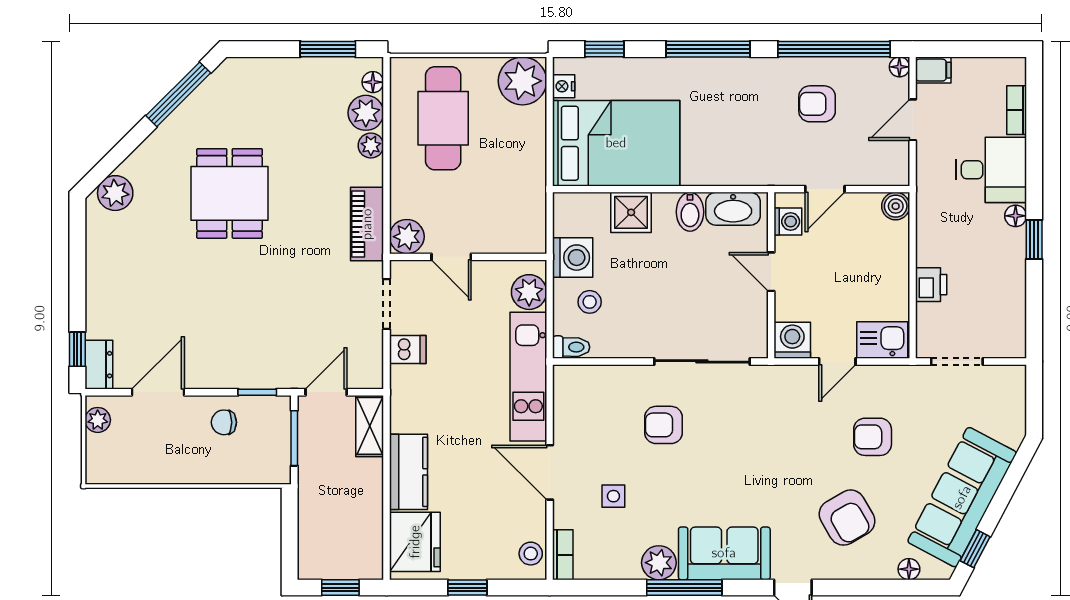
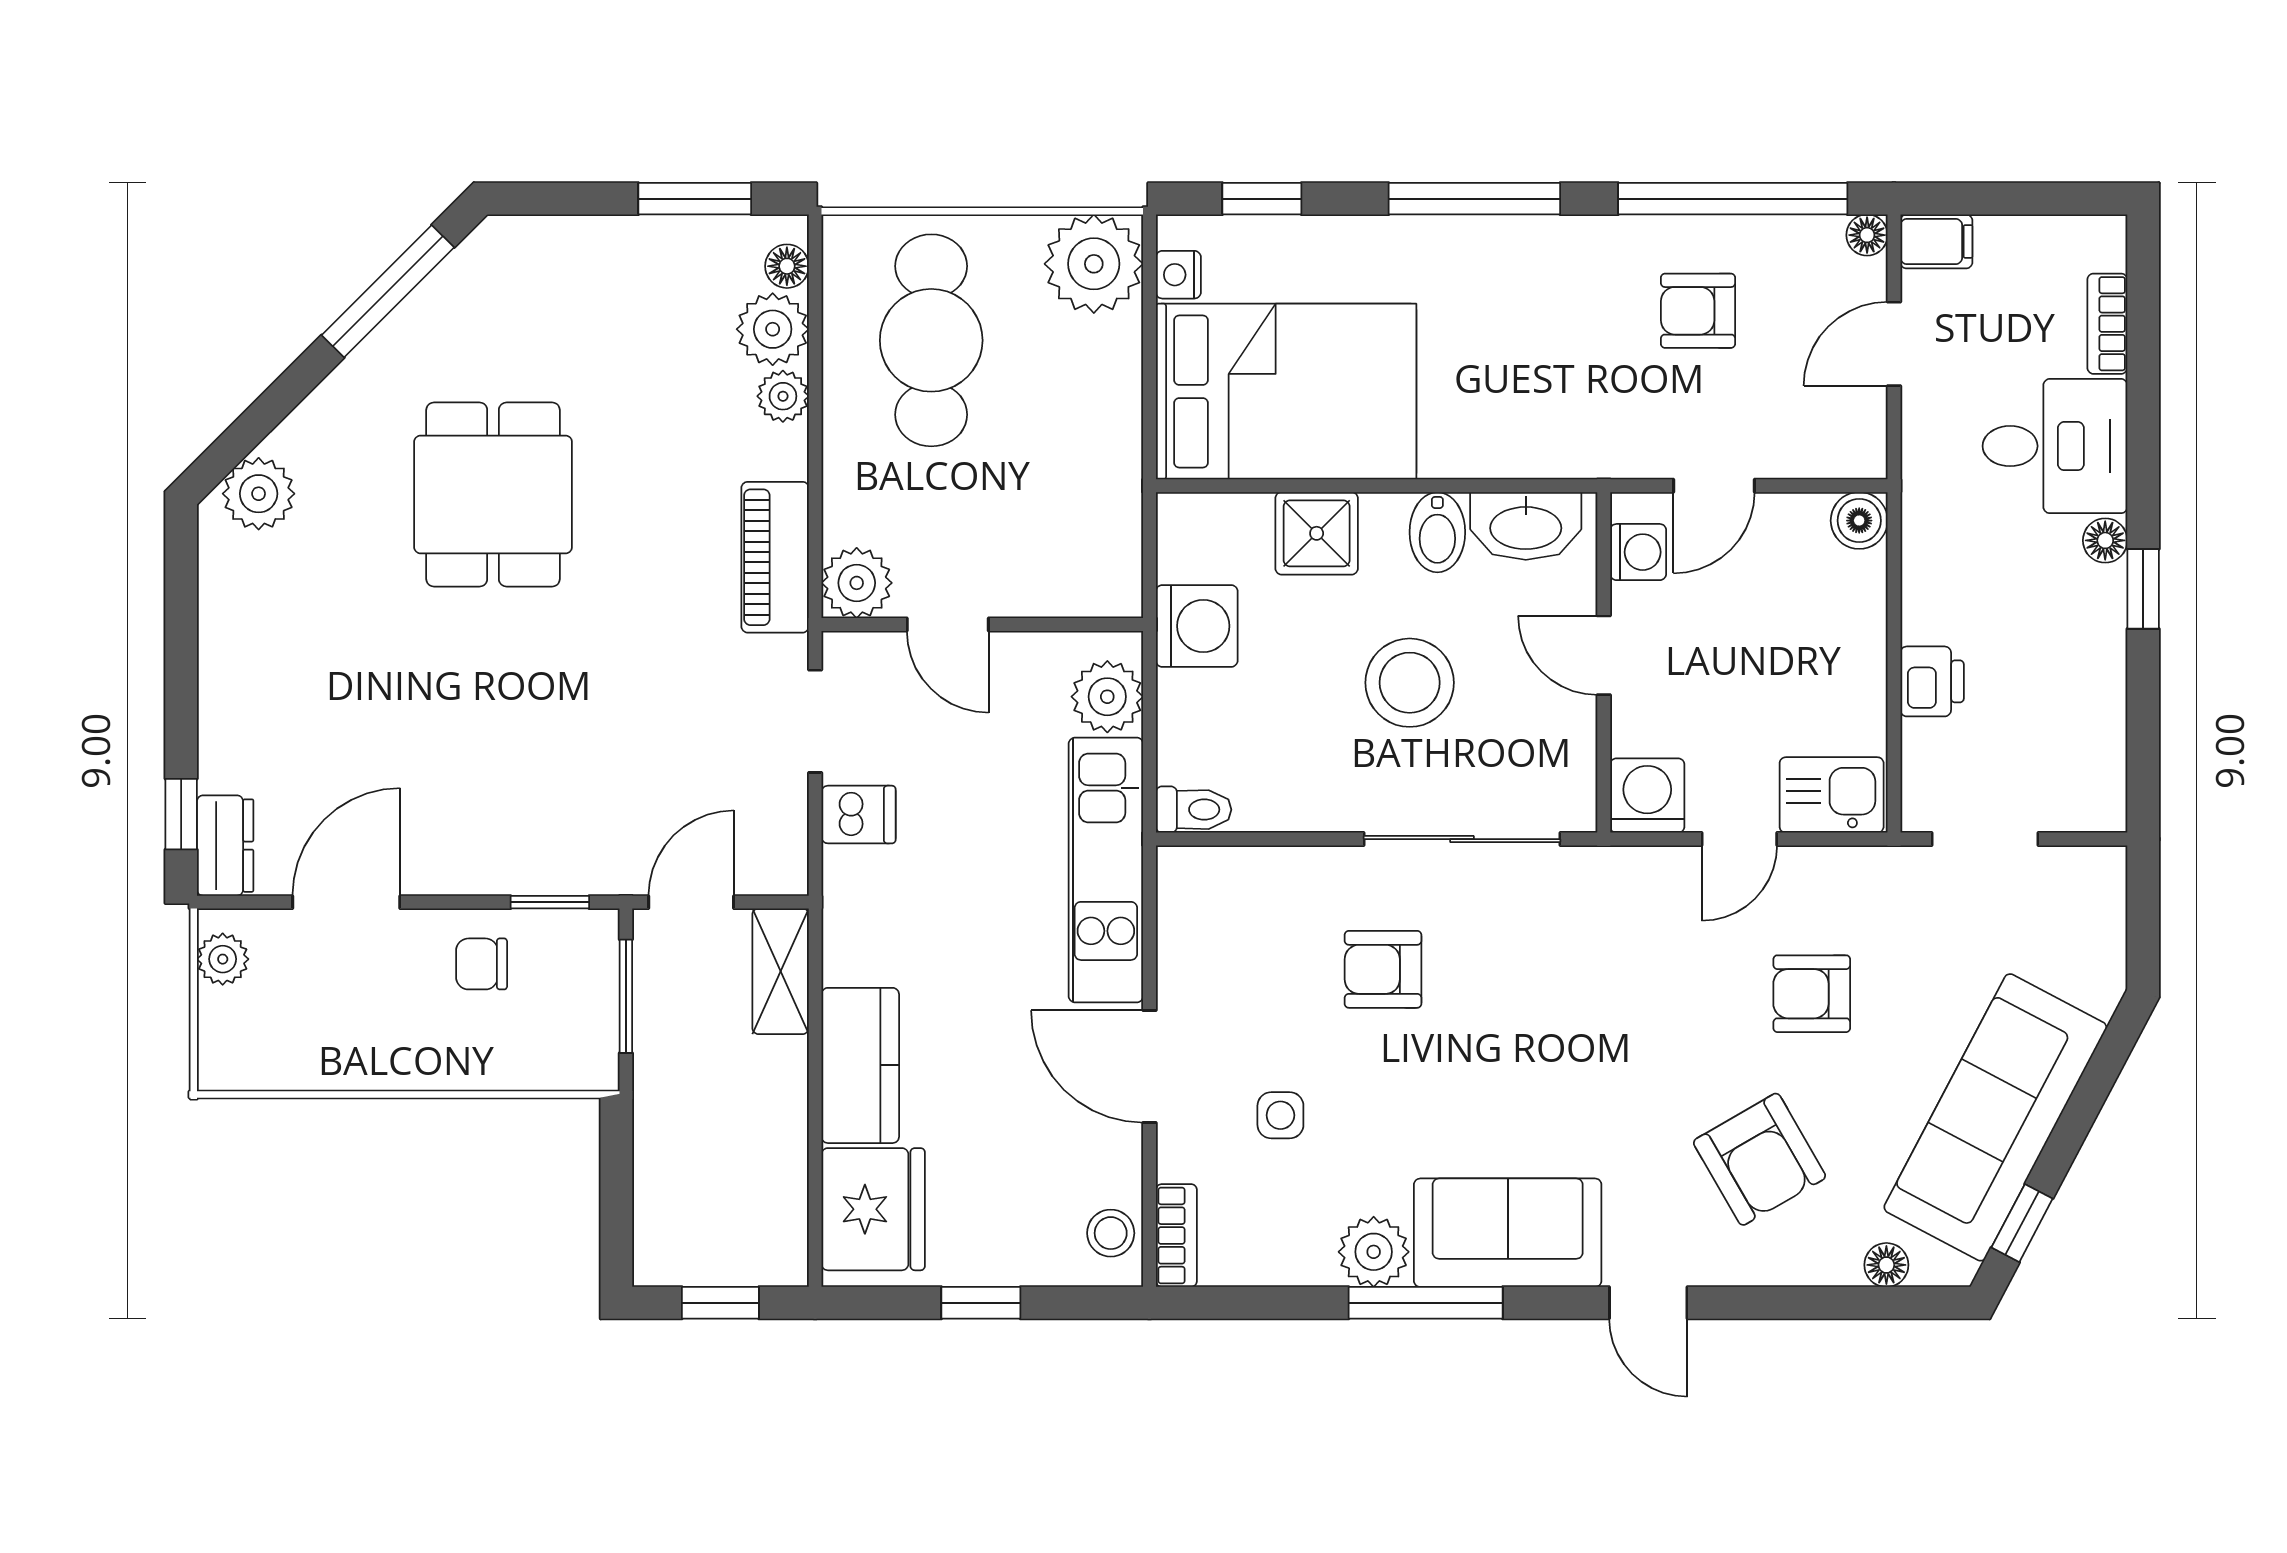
stool: (590, 302) -> (1410, 683), moved, width x1.89, depth x1.89

